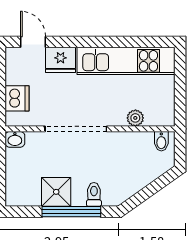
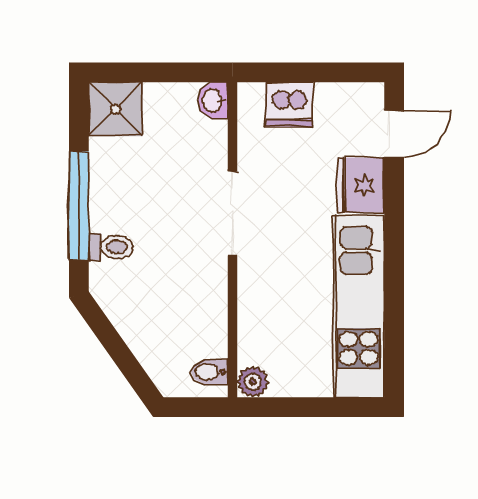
plant: (135, 118) -> (253, 382), moved
doorway: (76, 129) -> (233, 214), width x0.73
shower: (56, 192) -> (116, 109), moved

